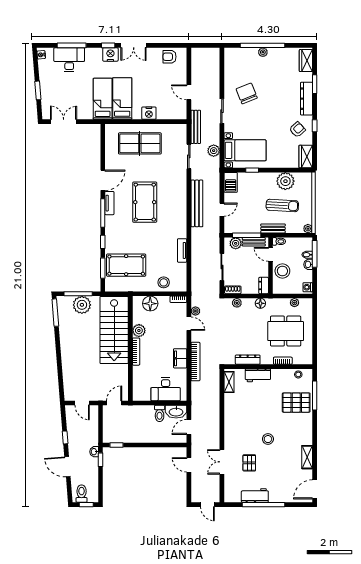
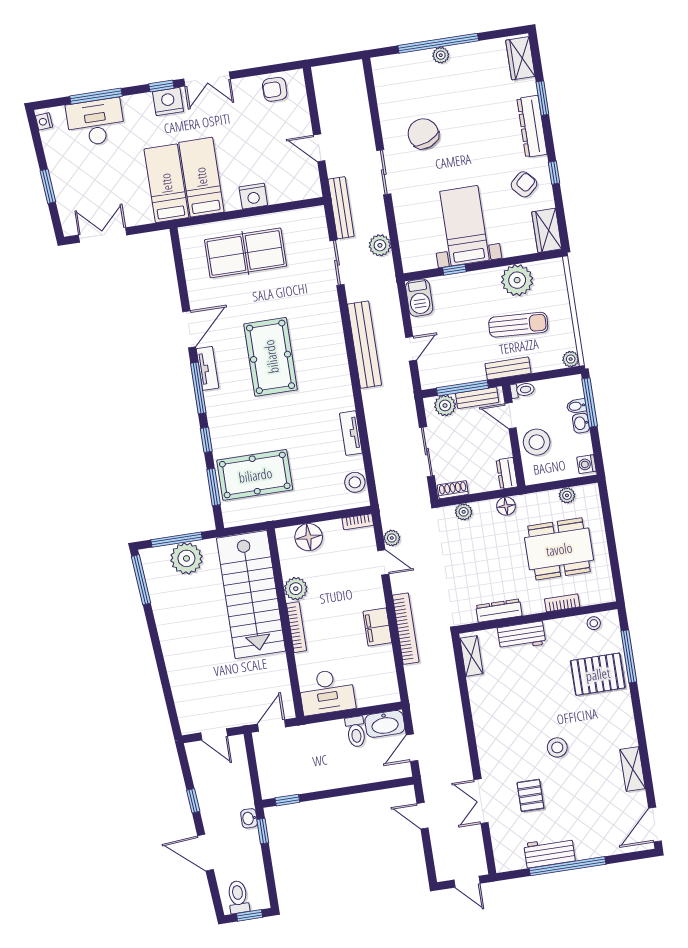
bed with nightstands: (245, 150) -> (464, 226), moved, turned -90
stool: (164, 282) -> (355, 482), moved
desk: (166, 389) -> (327, 692), moved

